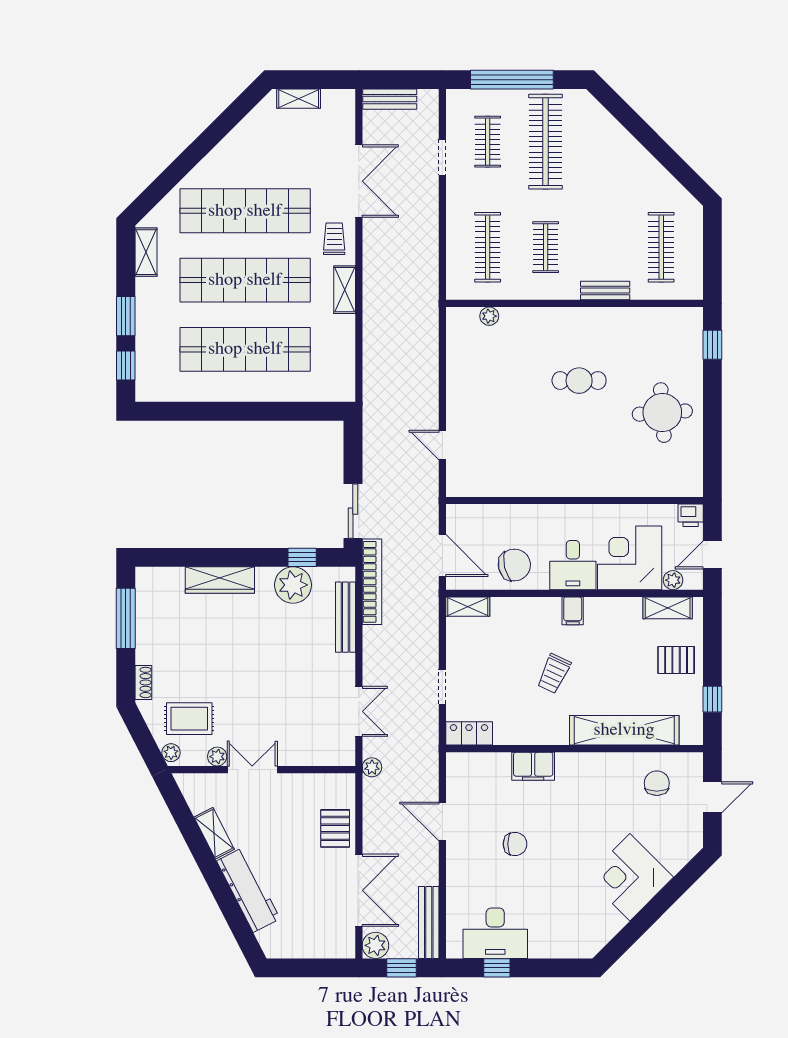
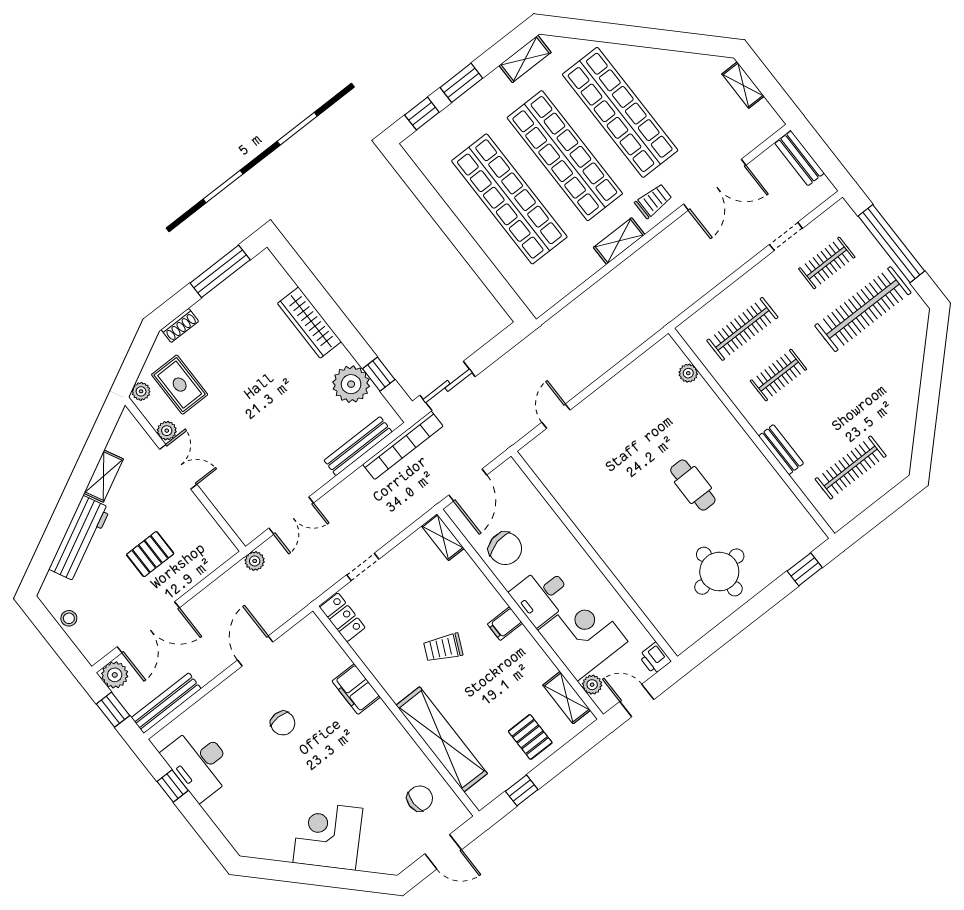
pallet: (335, 828) -> (150, 554), moved
stool: (304, 947) -> (69, 618), added

